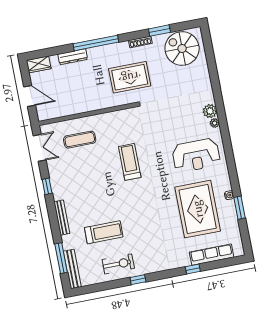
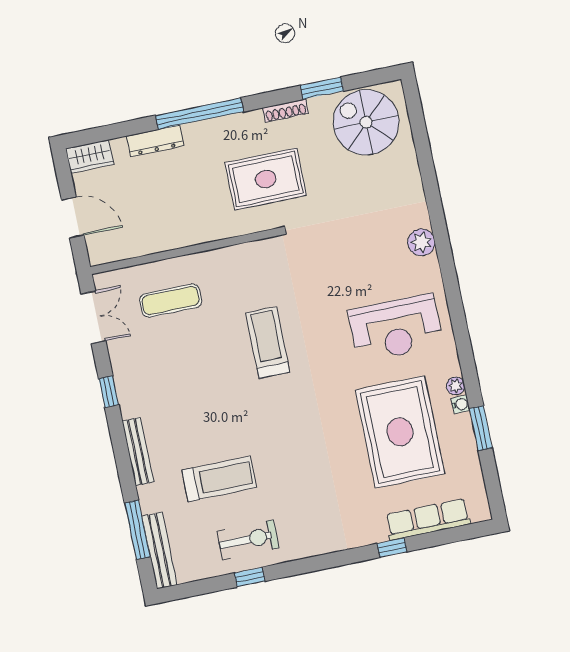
plant: (215, 123) -> (456, 386), moved
window: (138, 280) -> (250, 577), moved

